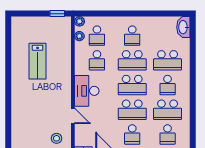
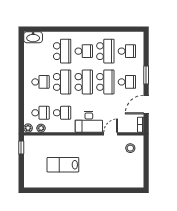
lab bench: (38, 61) -> (63, 165), turned 180

